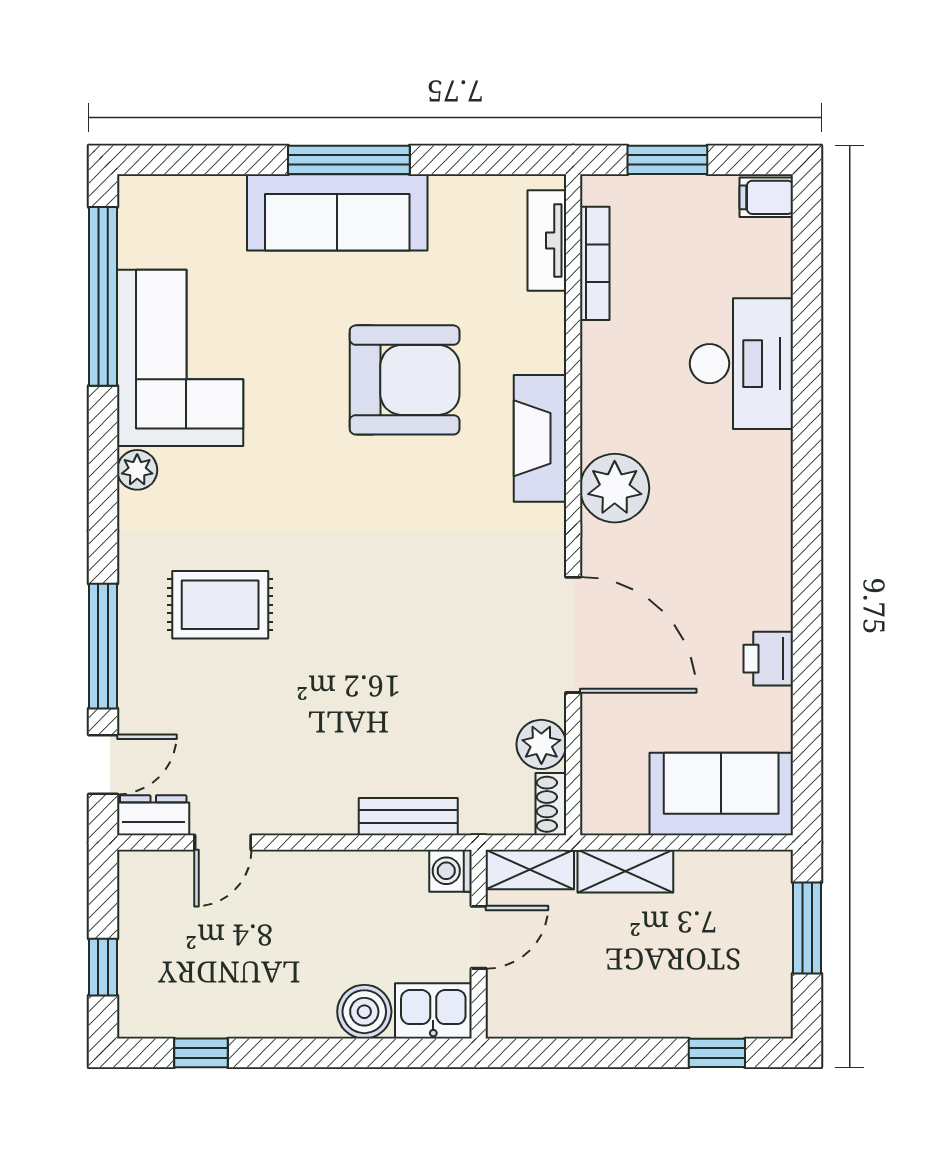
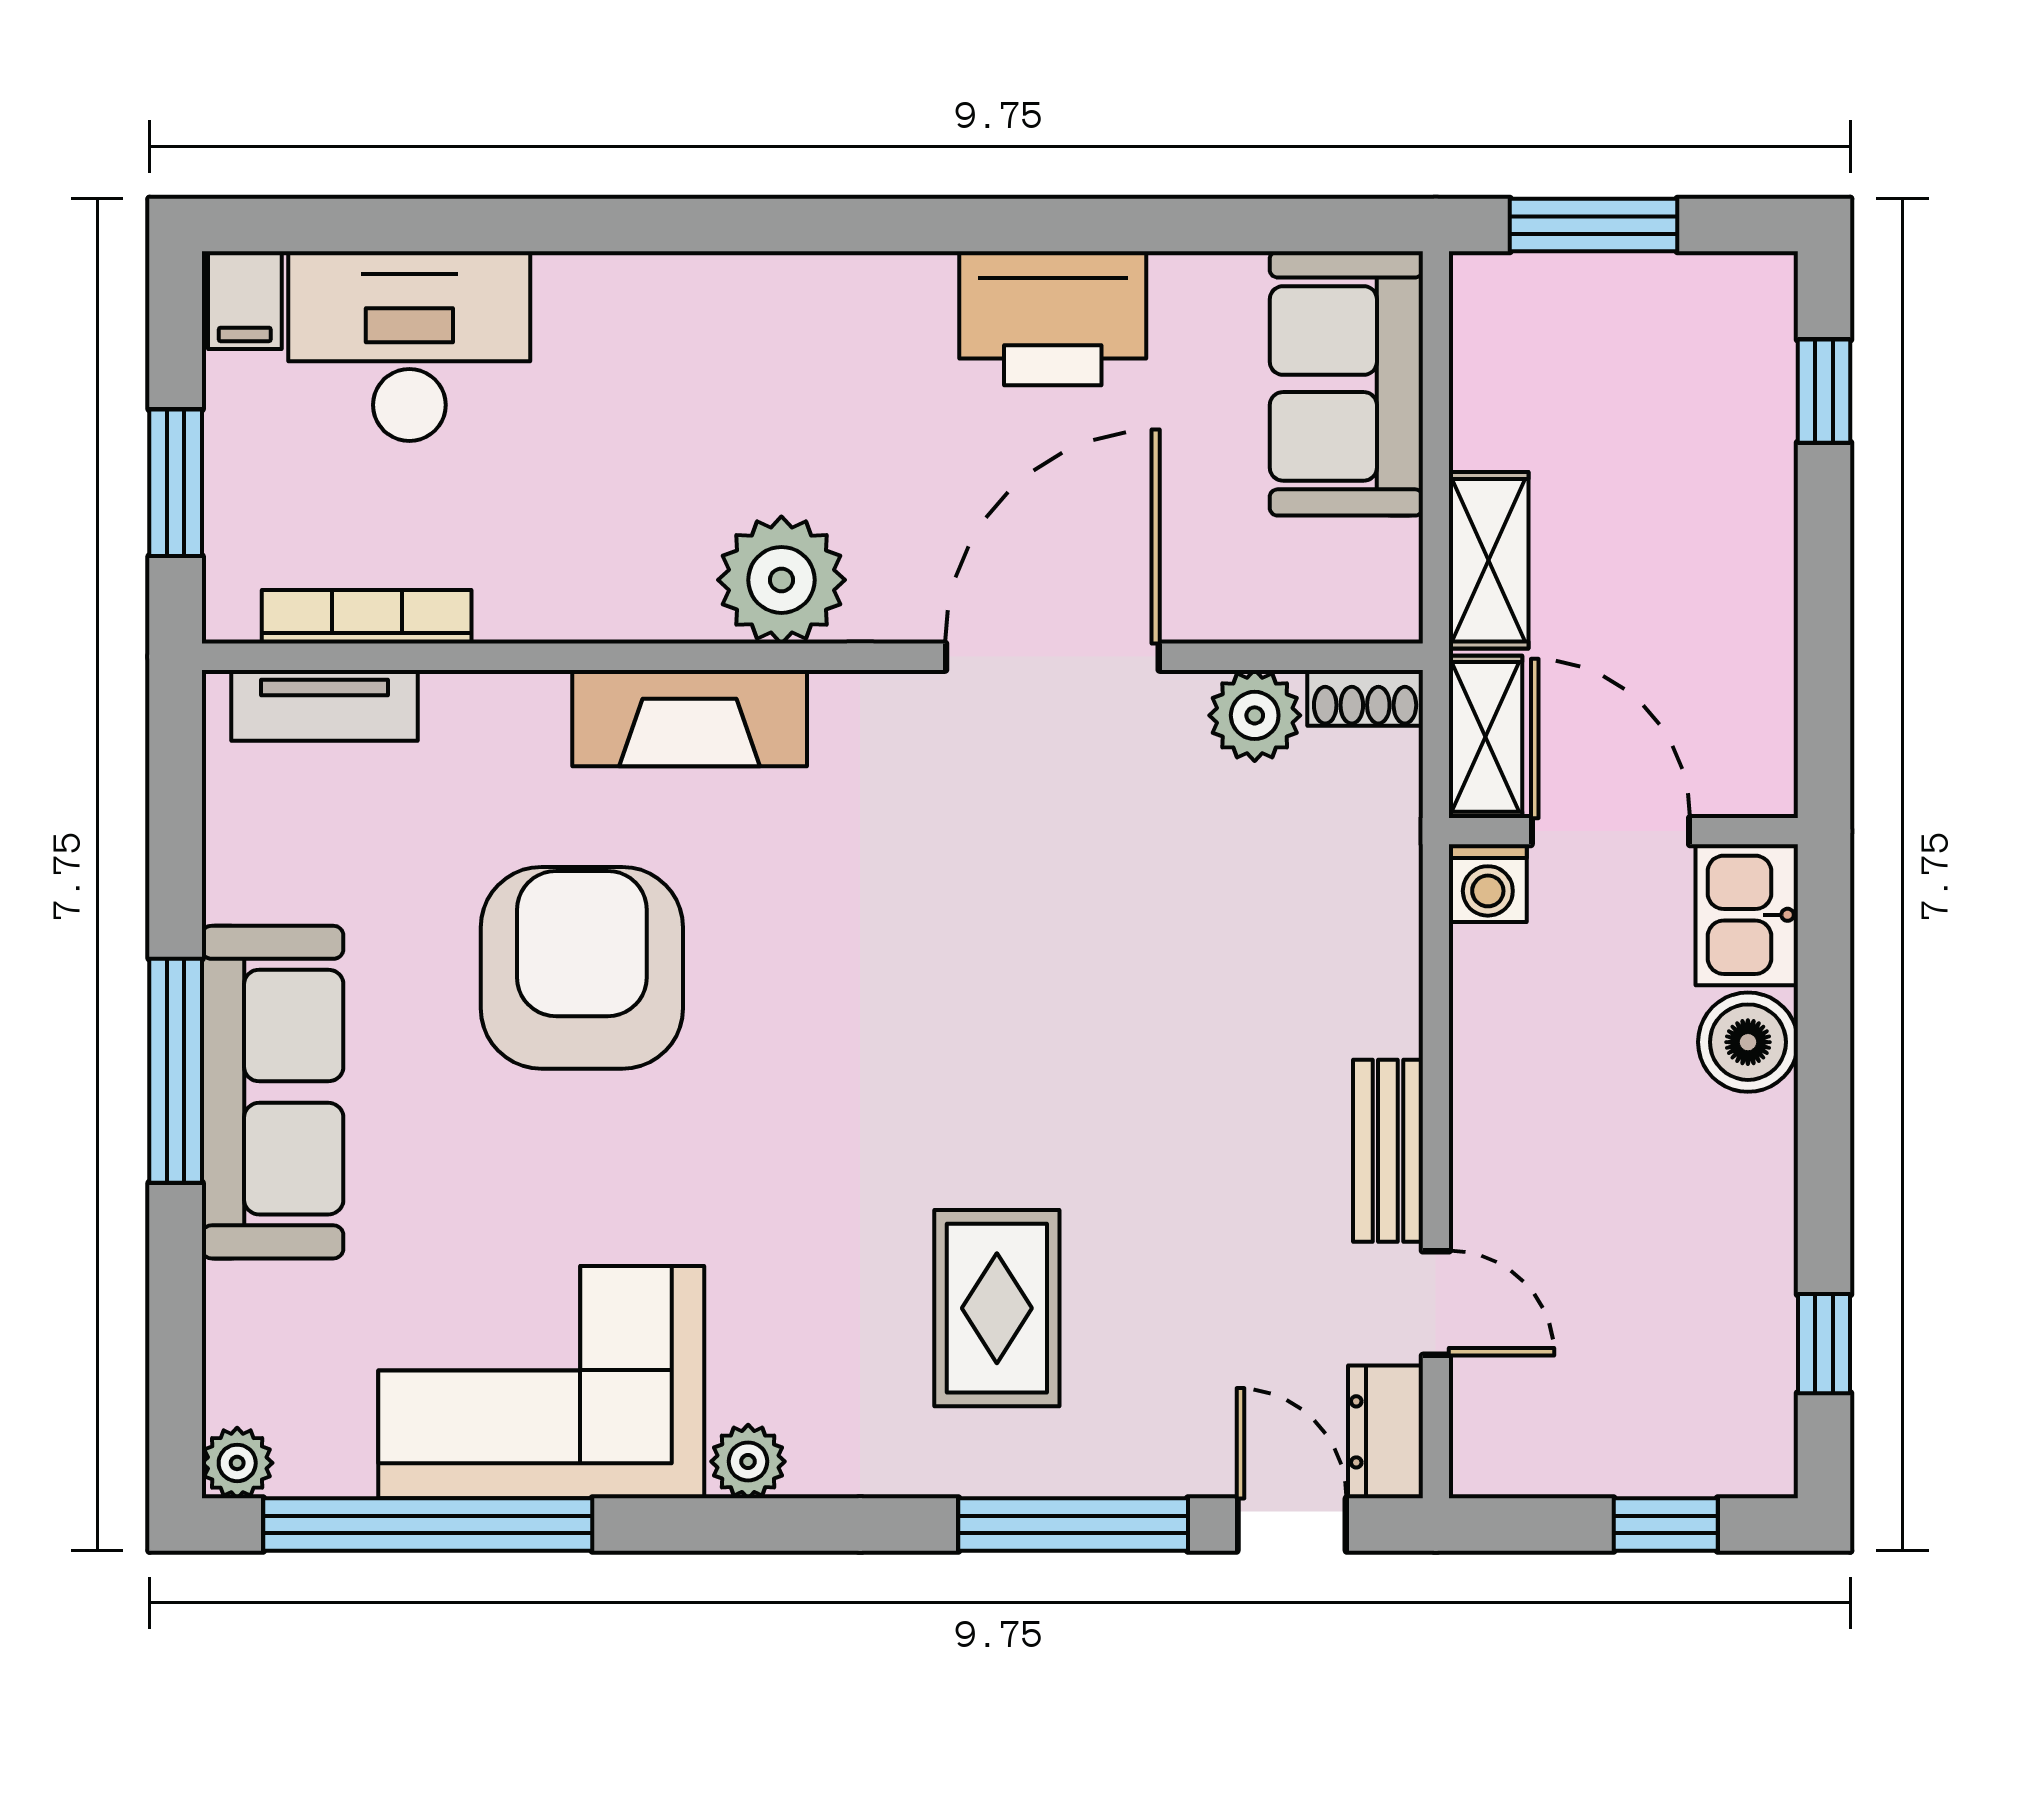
plant: (136, 193) -> (237, 1463), added
desk: (741, 364) -> (409, 346), moved
printer: (768, 659) -> (1053, 318), width x1.87, depth x1.48
bench: (408, 817) -> (1388, 1151), moved
door: (479, 937) -> (1610, 831), width x1.38

